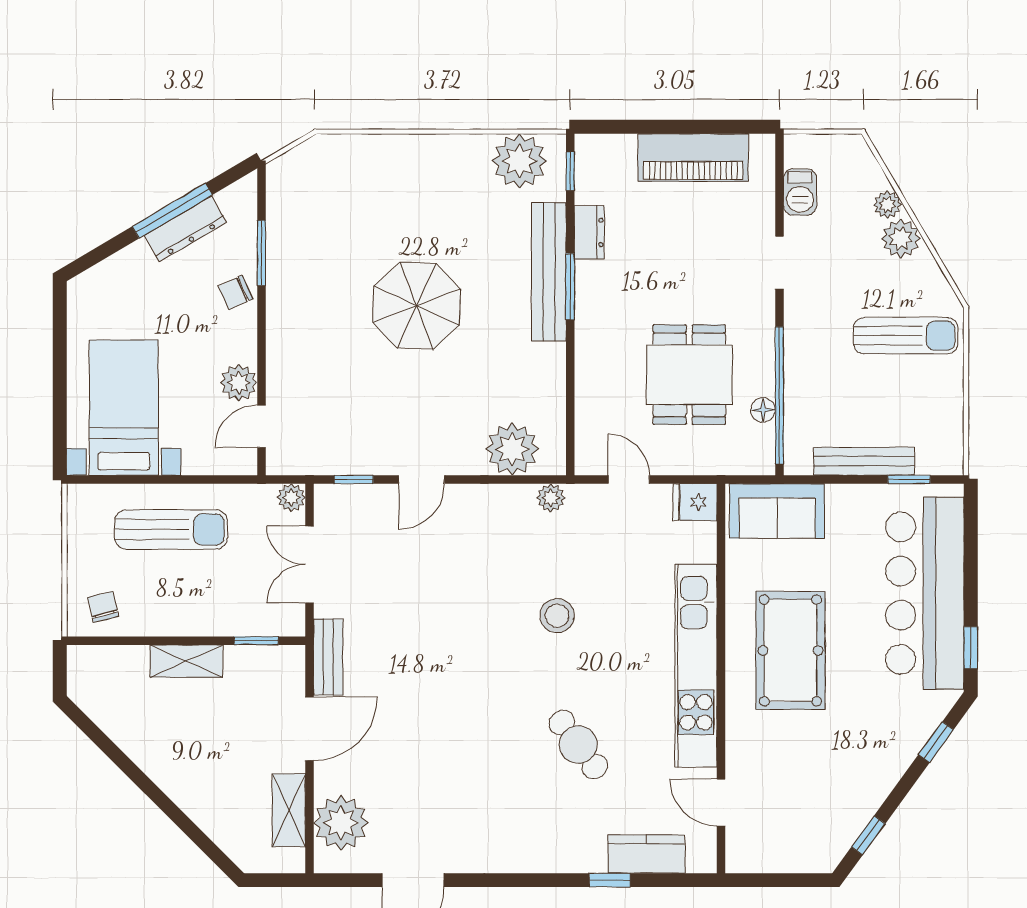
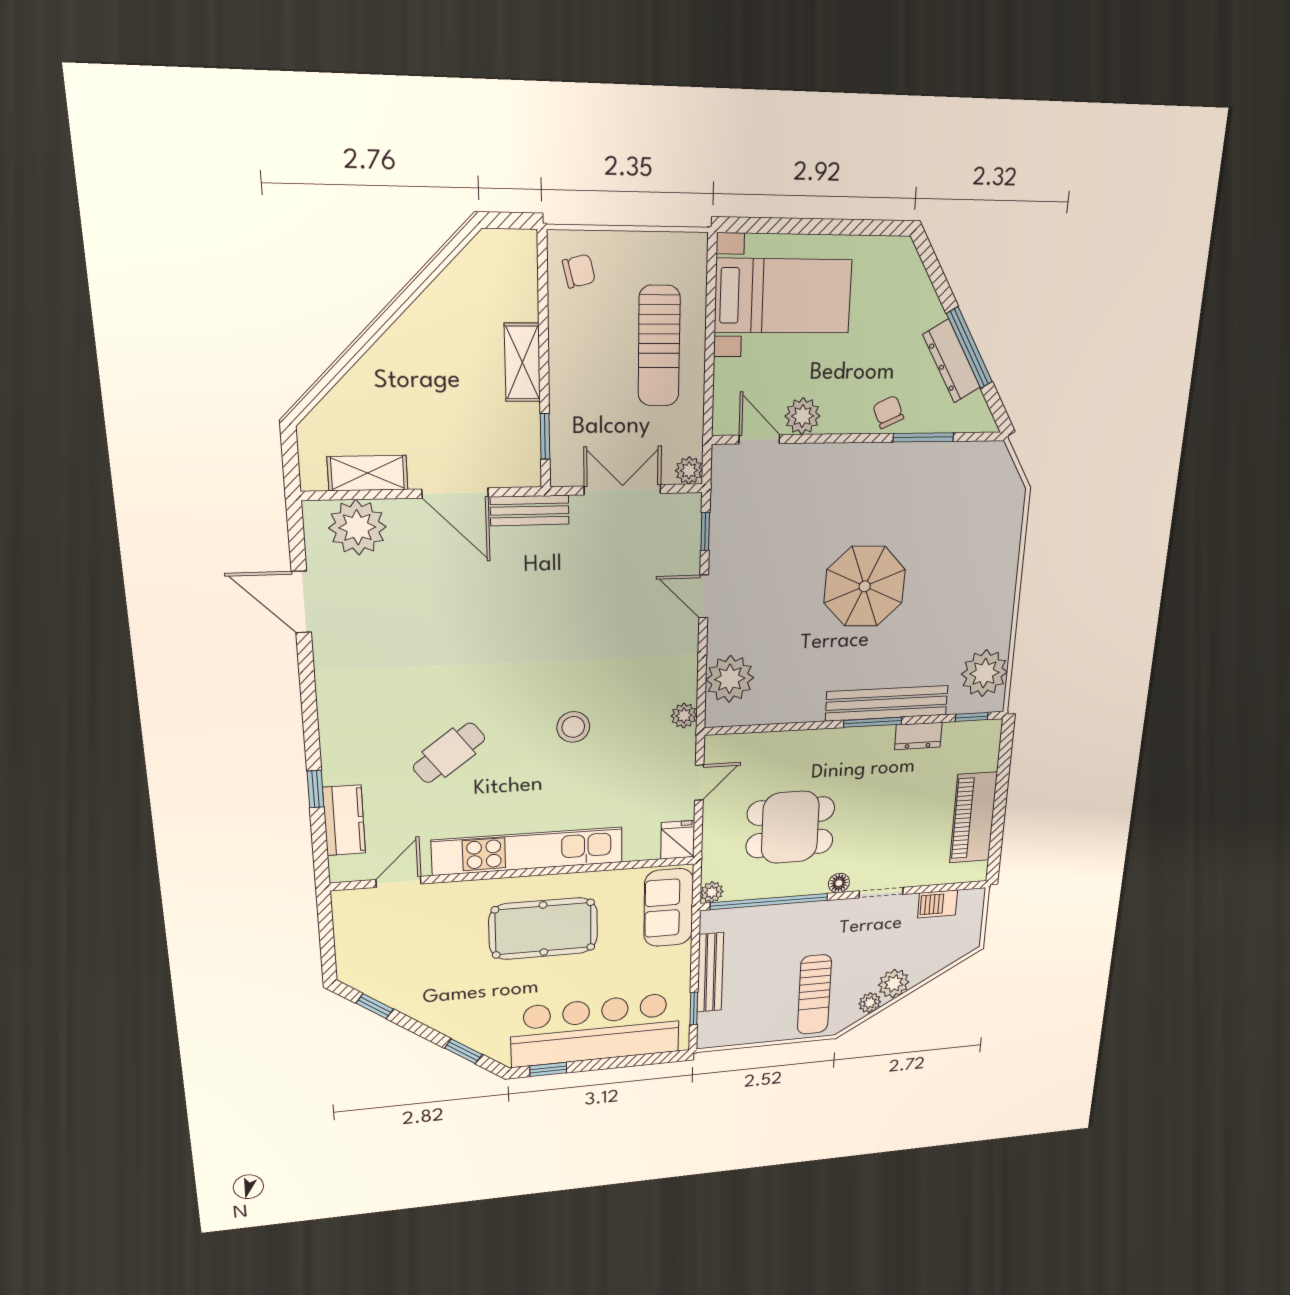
plant: (887, 205) -> (870, 1003), moved
floor lamp: (763, 410) -> (839, 883), moved
plant: (762, 462) -> (712, 892), added

